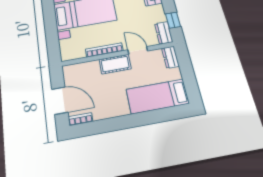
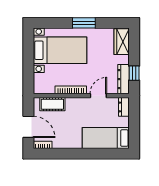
dresser: (164, 33) -> (124, 79), width x1.44
door: (138, 50) -> (98, 96), hinge flipped
cot: (115, 64) -> (52, 104), moved

